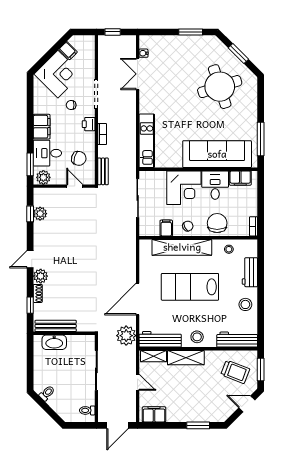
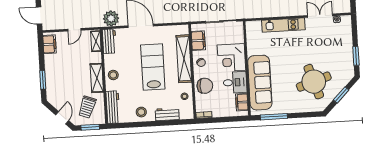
kitchen unit: (147, 141) -> (283, 25), moved
filing cabinet: (166, 228) -> (198, 41), width x2.00
workbench: (160, 339) -> (109, 41), width x0.73
shelving: (186, 358) -> (97, 78), moved

